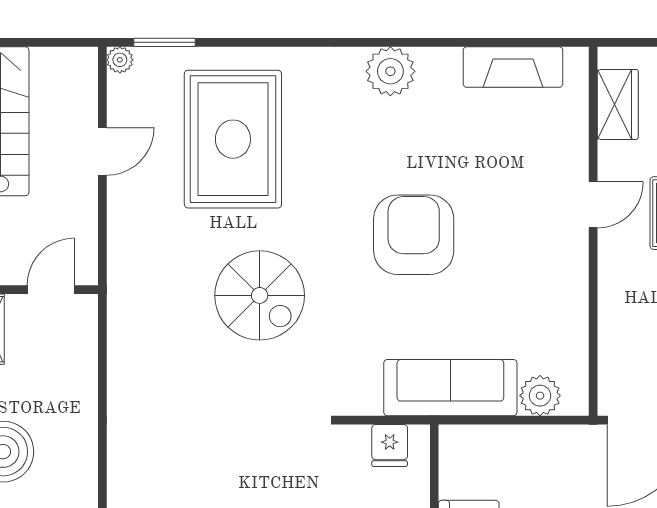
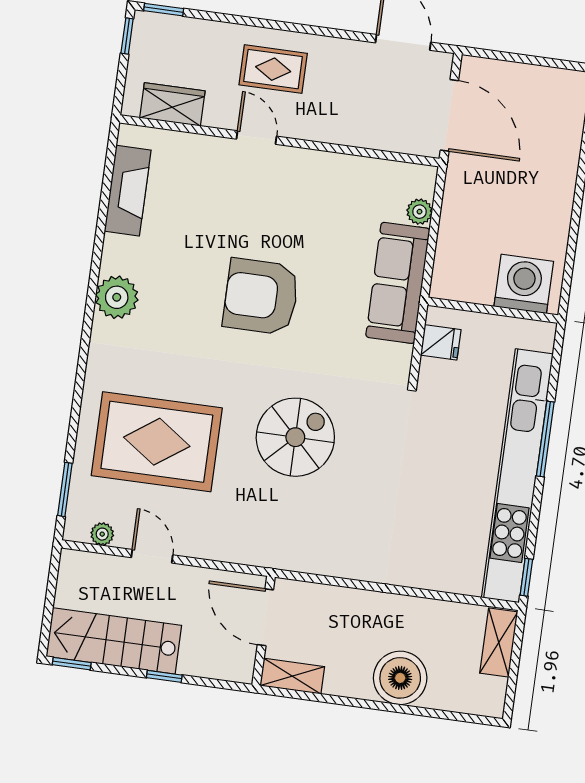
plant: (120, 60) -> (102, 534), moved
door: (51, 290) -> (265, 617), width x1.37
plant: (540, 396) -> (420, 212), width x0.73, depth x0.73

